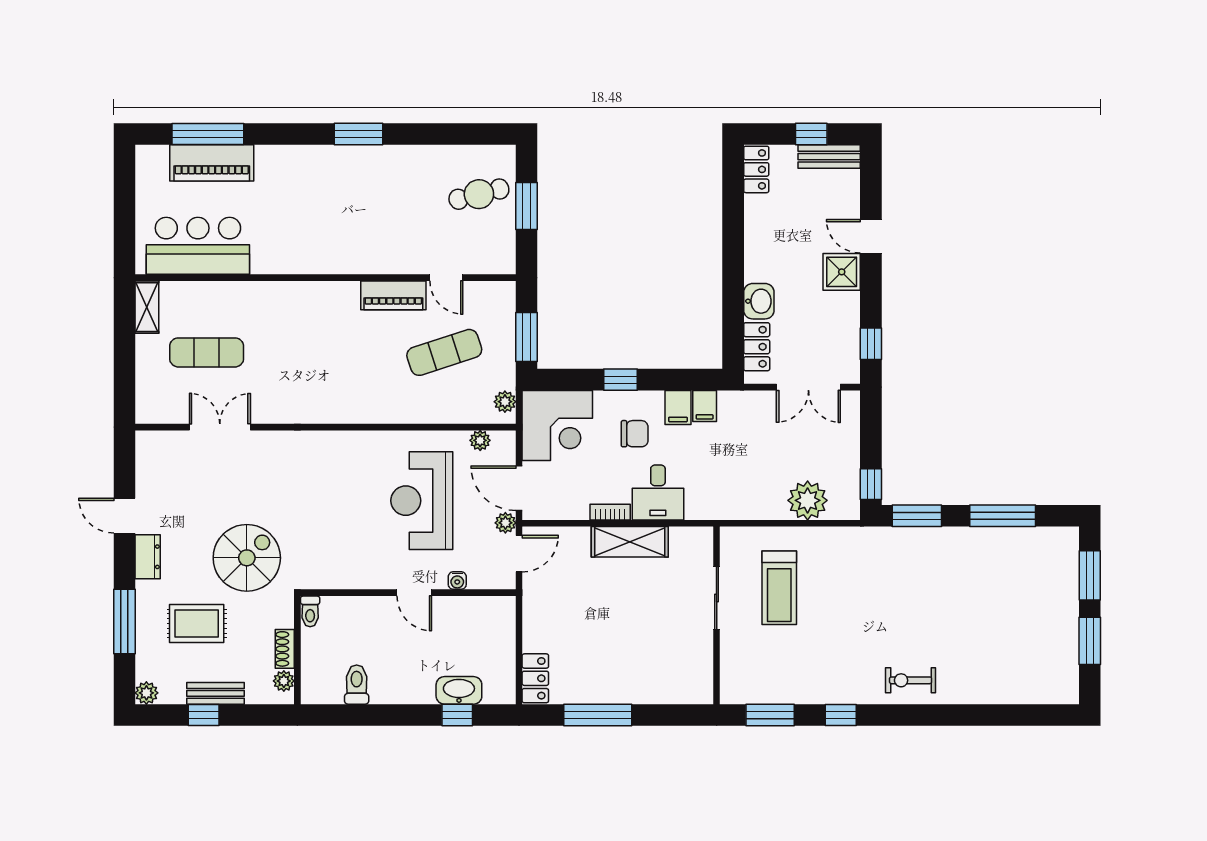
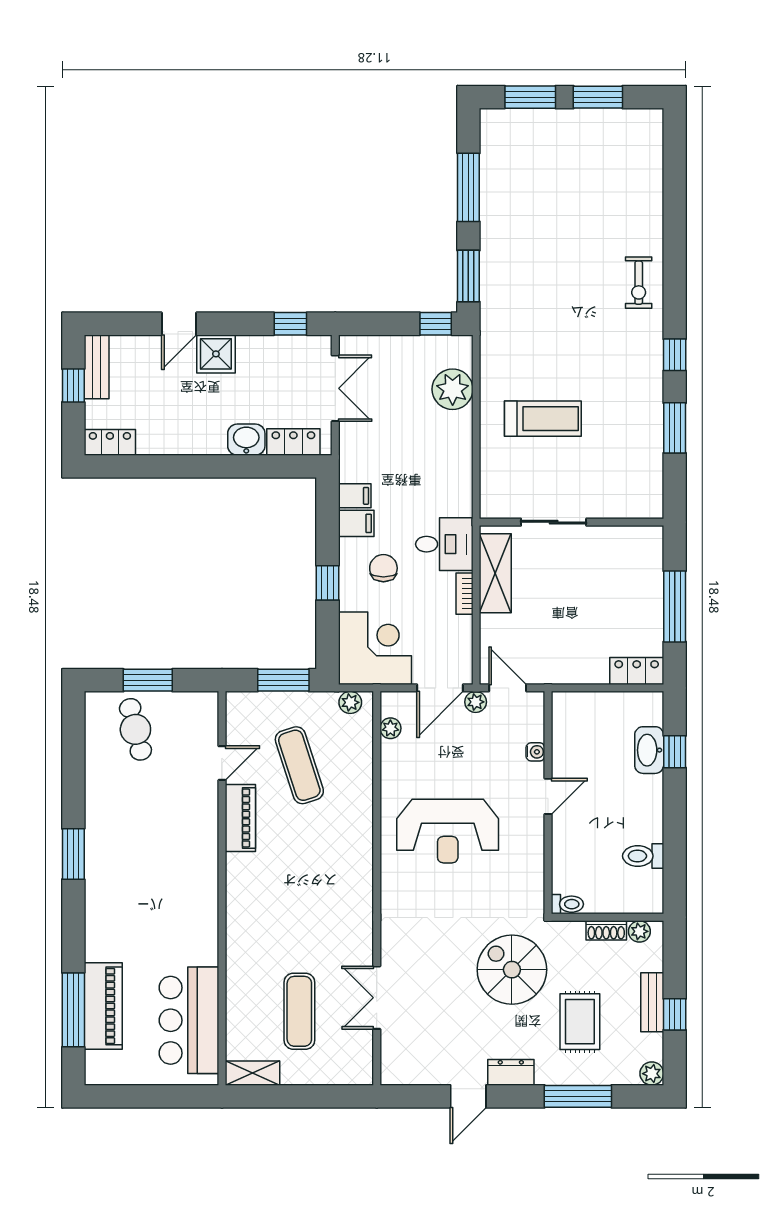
reception desk: (422, 501) -> (448, 831), moved
sliding door: (717, 598) -> (554, 522), moved
wall: (717, 615) -> (572, 522), moved

